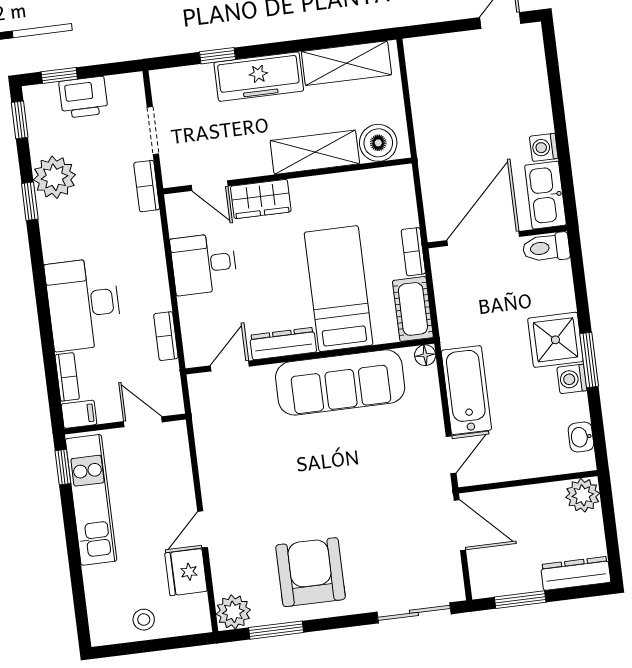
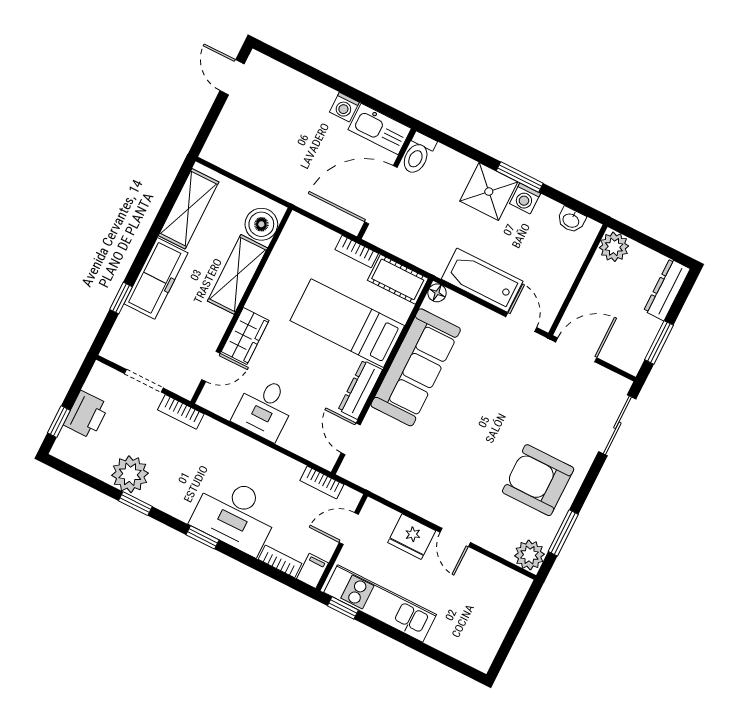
window: (20, 120) -> (203, 537), moved
door: (483, 238) -> (381, 195), hinge flipped
bookcase: (166, 336) -> (322, 482), moved
fridge: (186, 572) -> (412, 537), moved
stool: (144, 620) -> (492, 623), removed

